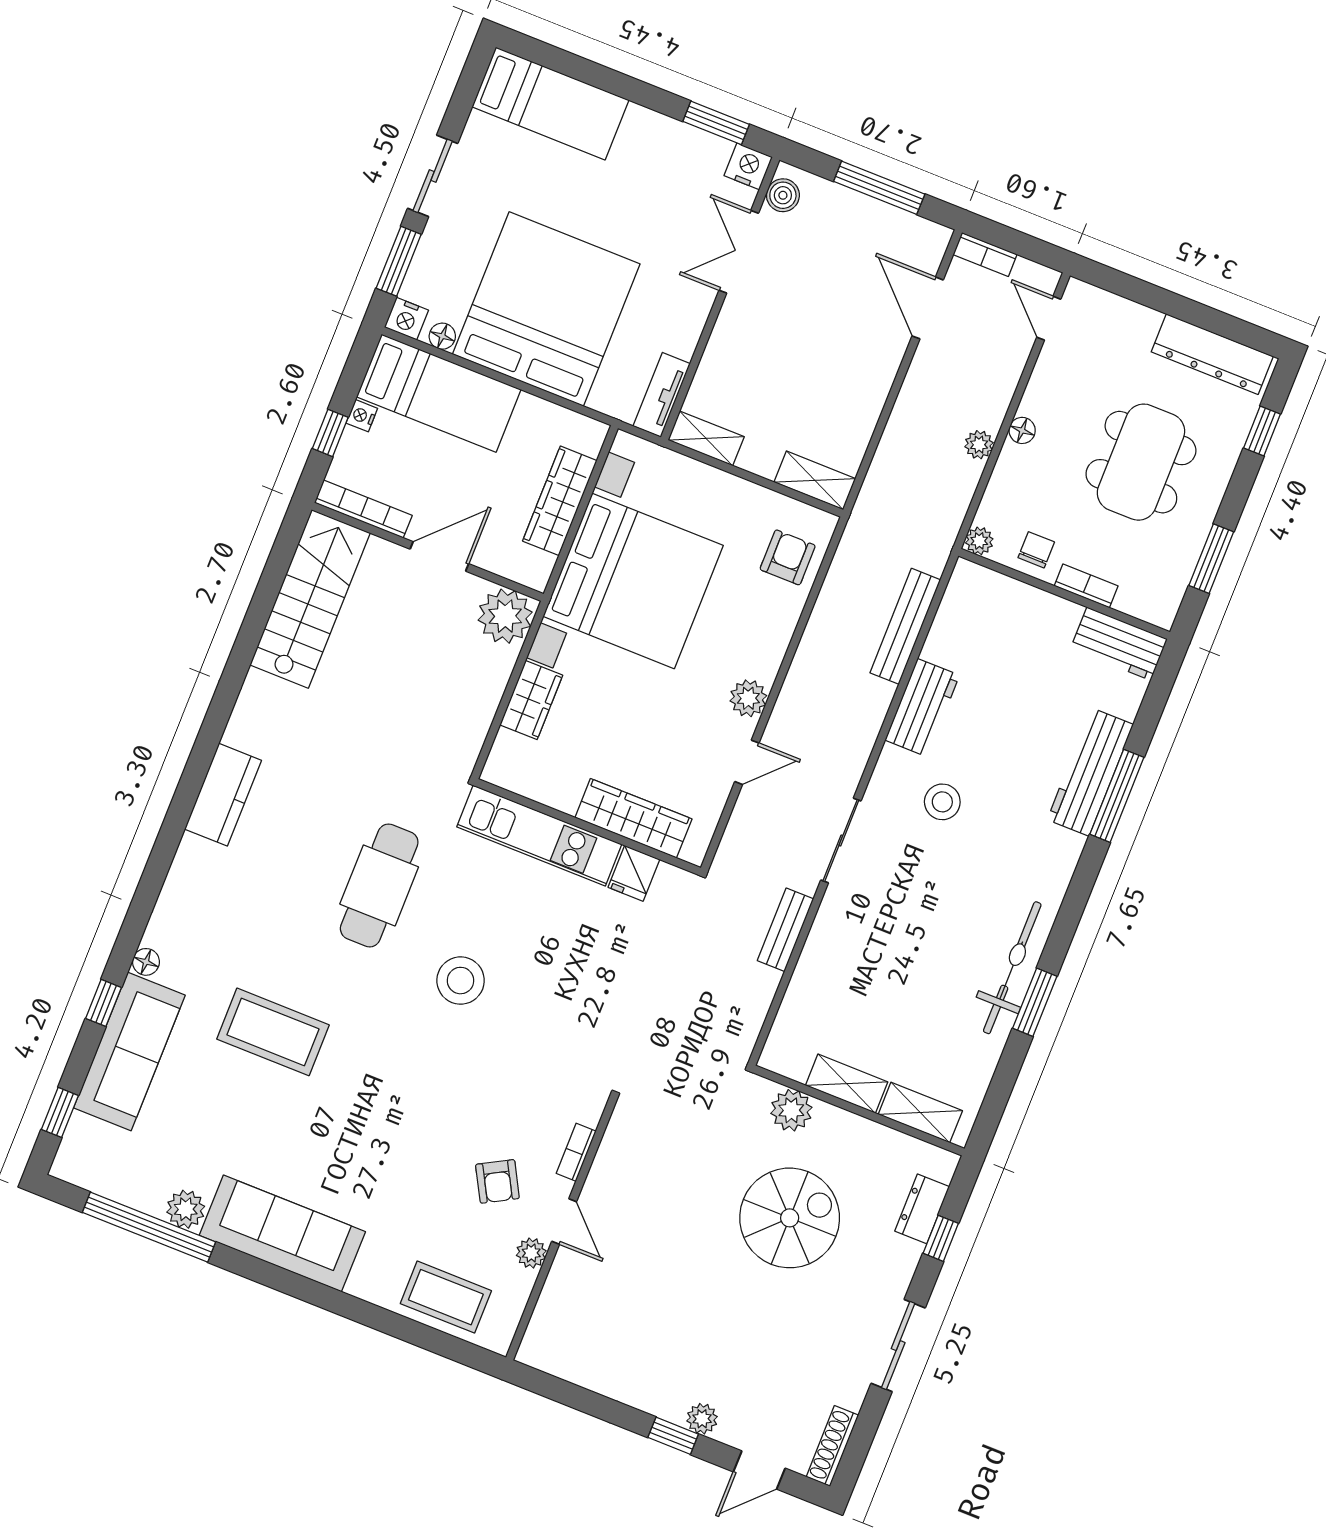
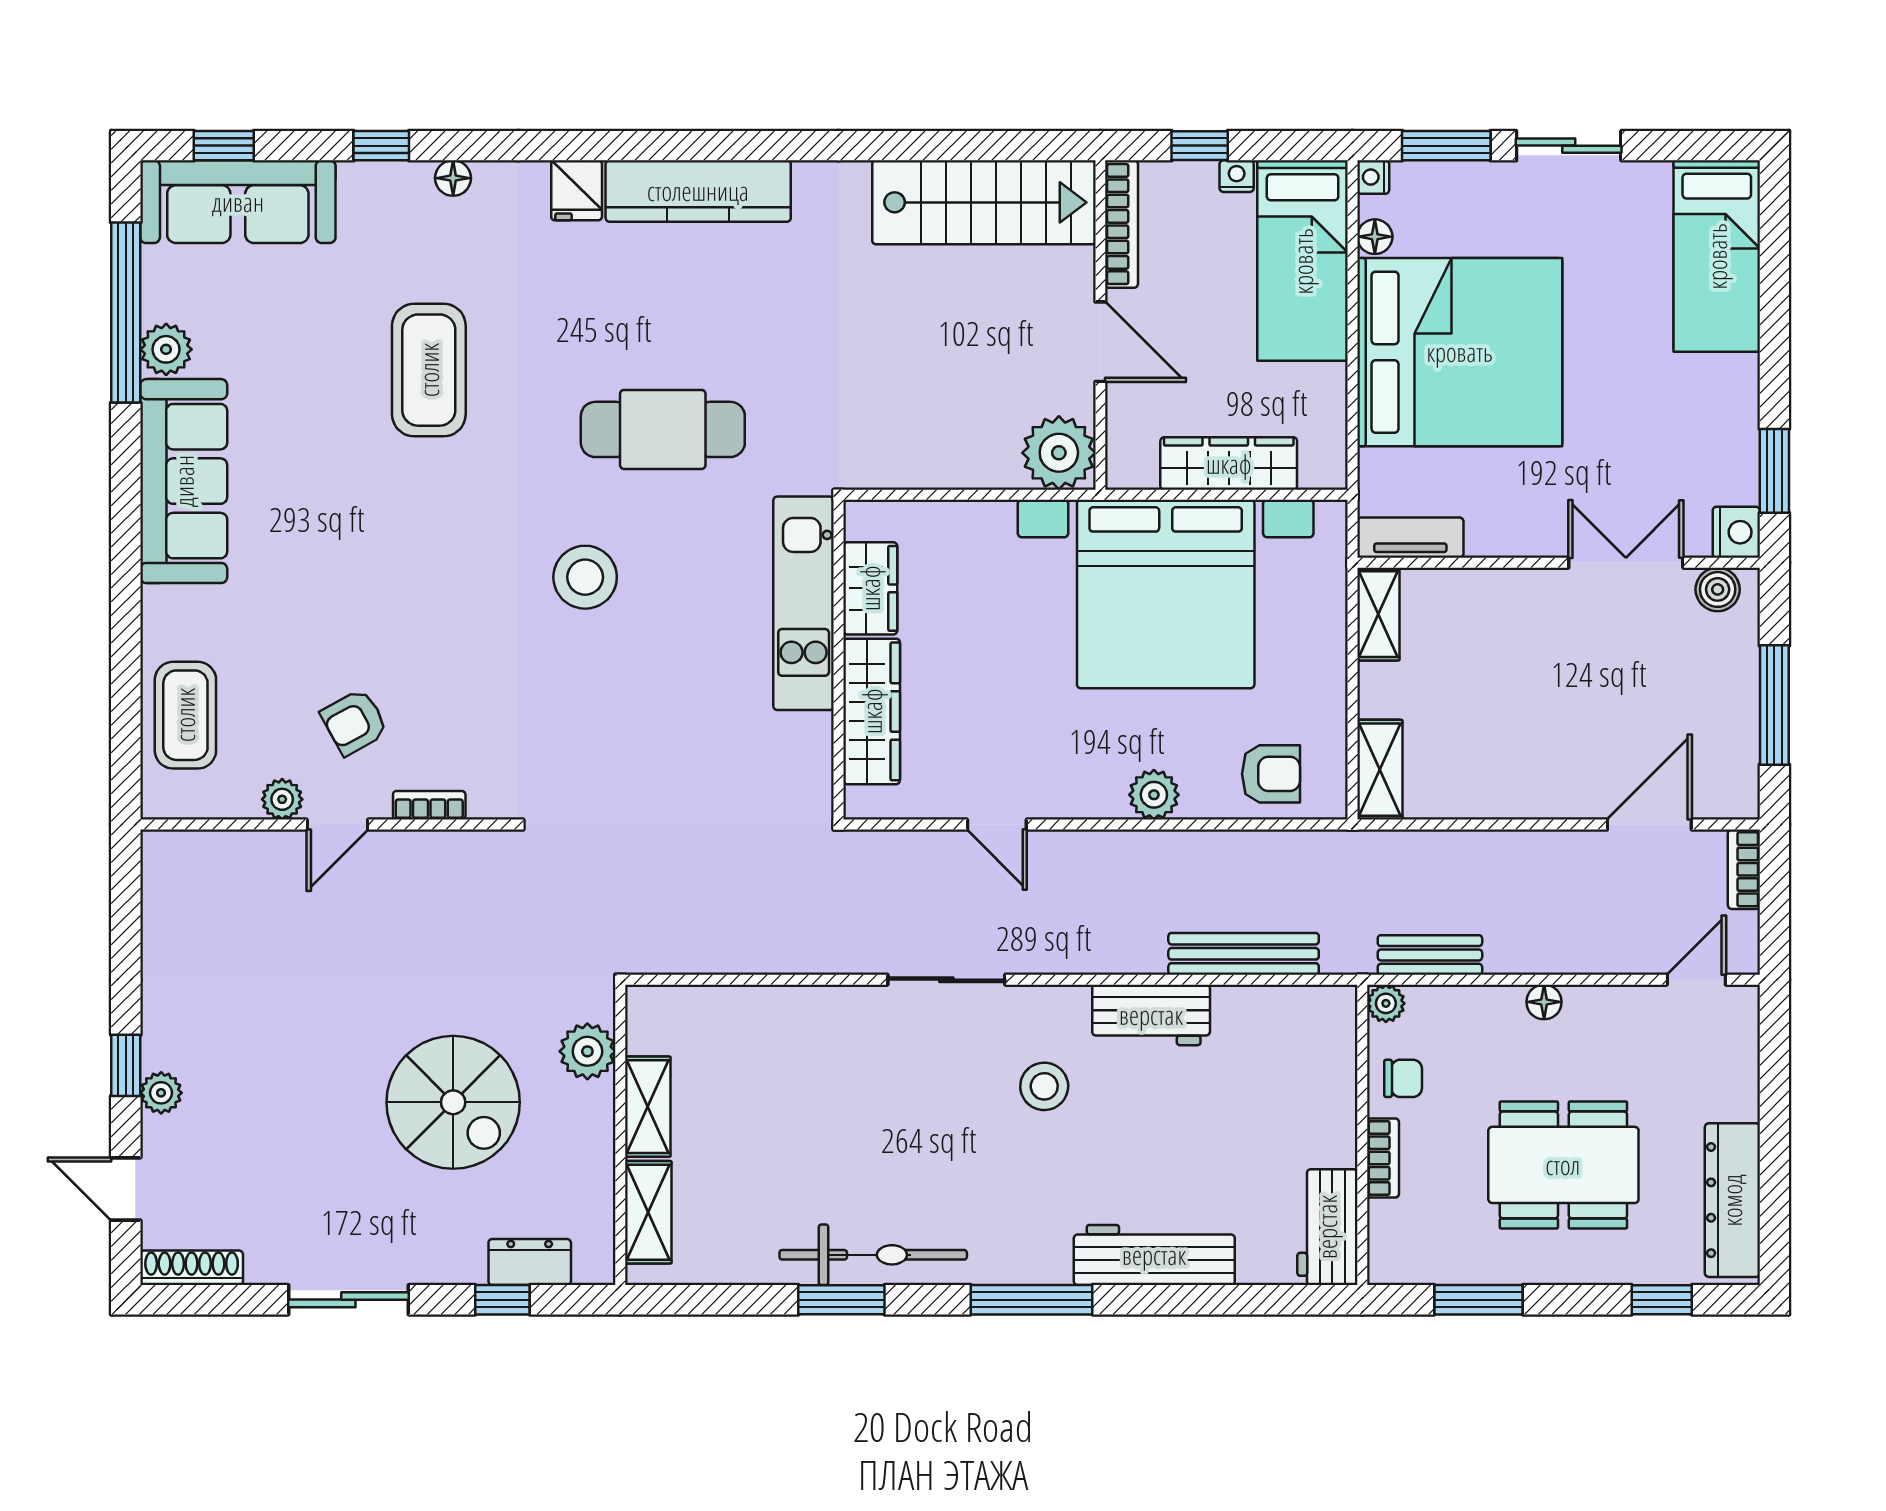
nightstand: (406, 319) -> (1373, 177), width x0.72, depth x0.74
plant: (979, 445) -> (1505, 956), removed
plant: (748, 698) -> (1154, 795), moved
wardrobe: (531, 700) -> (870, 588), moved, turned -90
kitchen counter: (223, 795) -> (698, 191), width x1.50
window: (1117, 796) -> (1032, 1300), moved
fridge: (634, 873) -> (577, 190), moved, turned -90
bench: (785, 930) -> (1430, 955), moved
sofa: (129, 1052) -> (238, 202), moved

